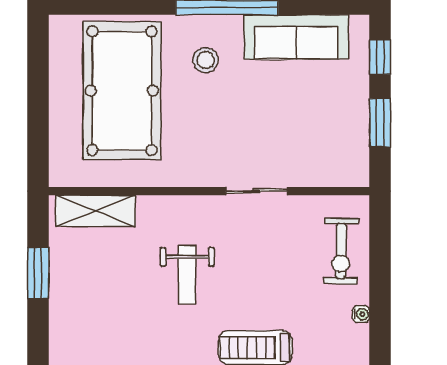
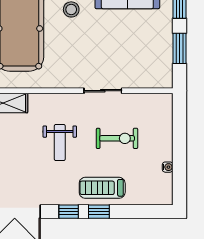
exercise bike: (341, 251) -> (117, 138), moved, turned -91

